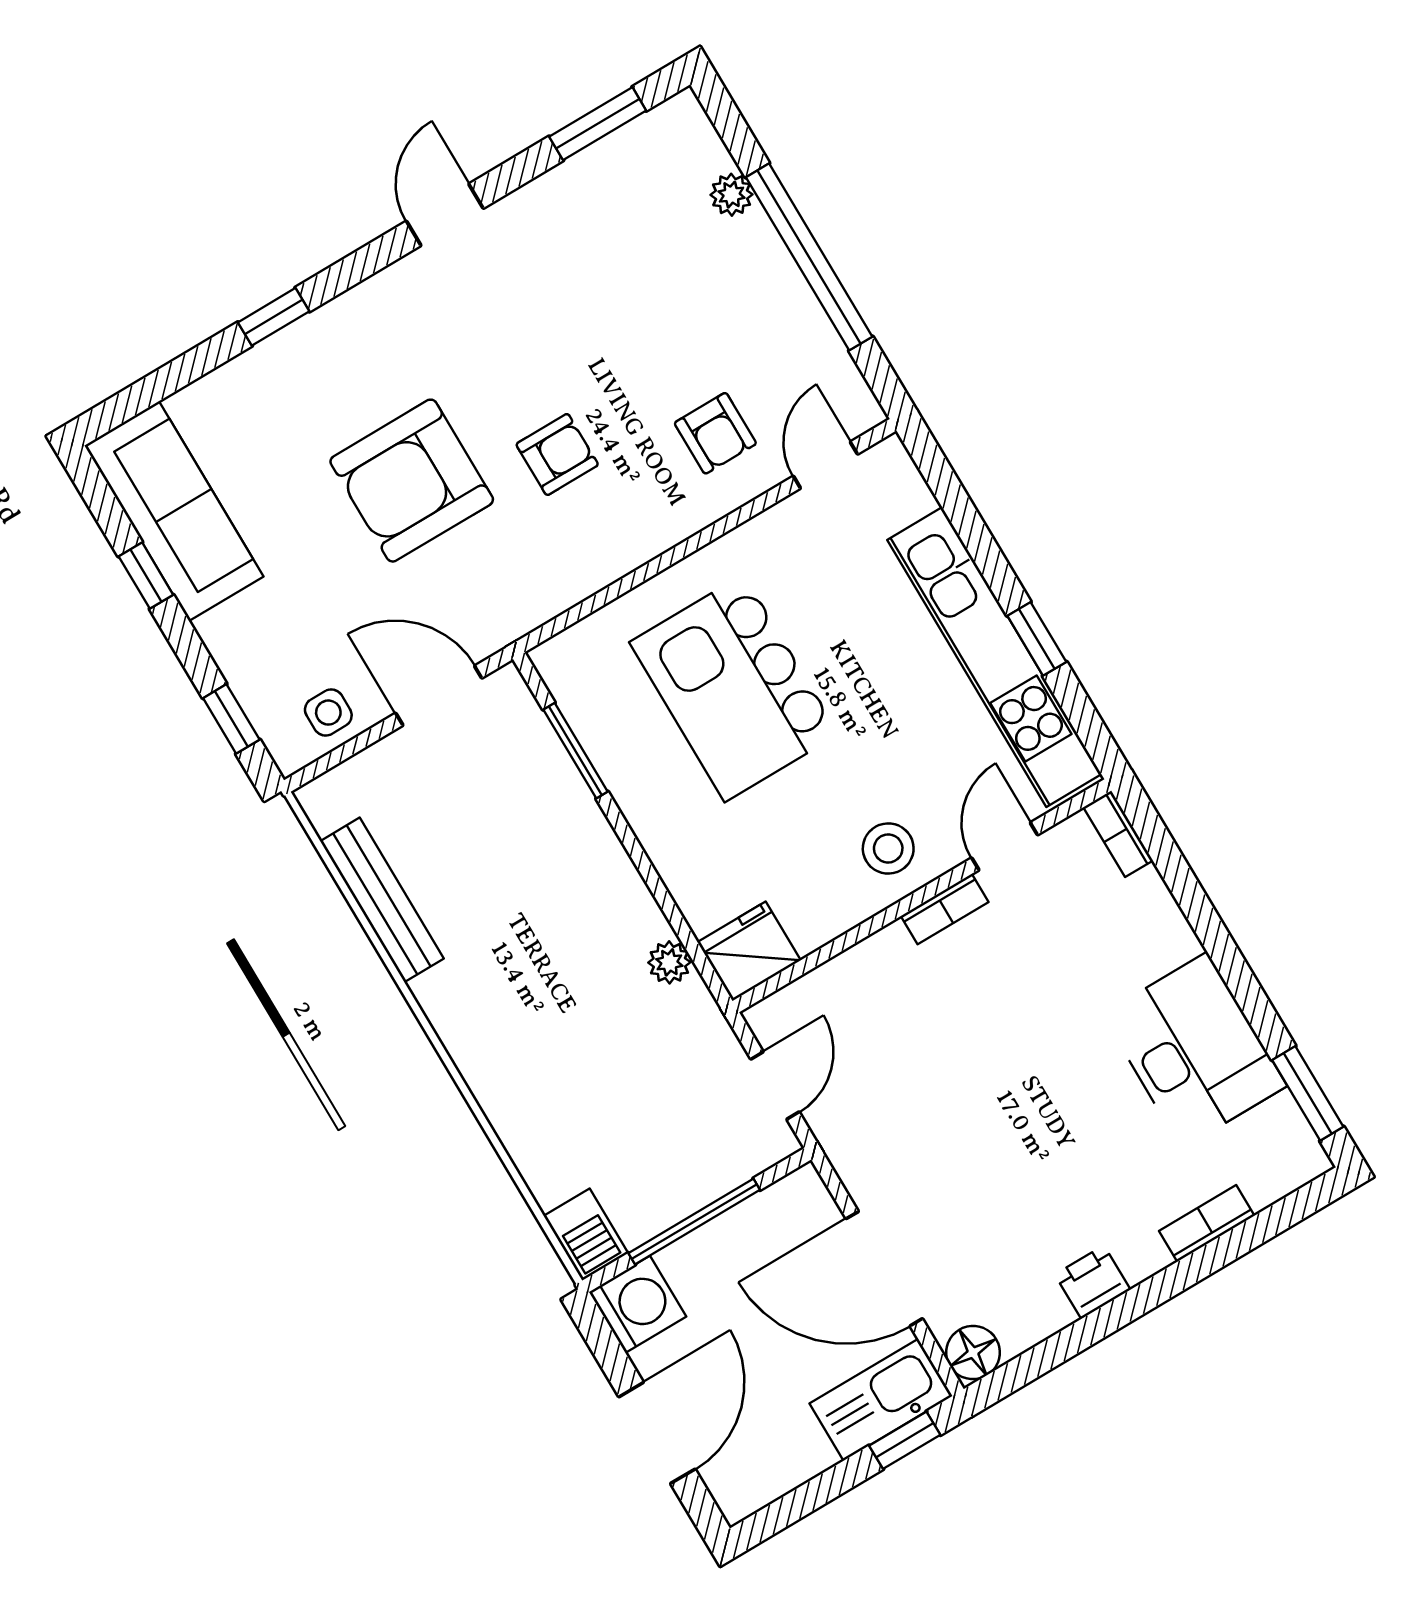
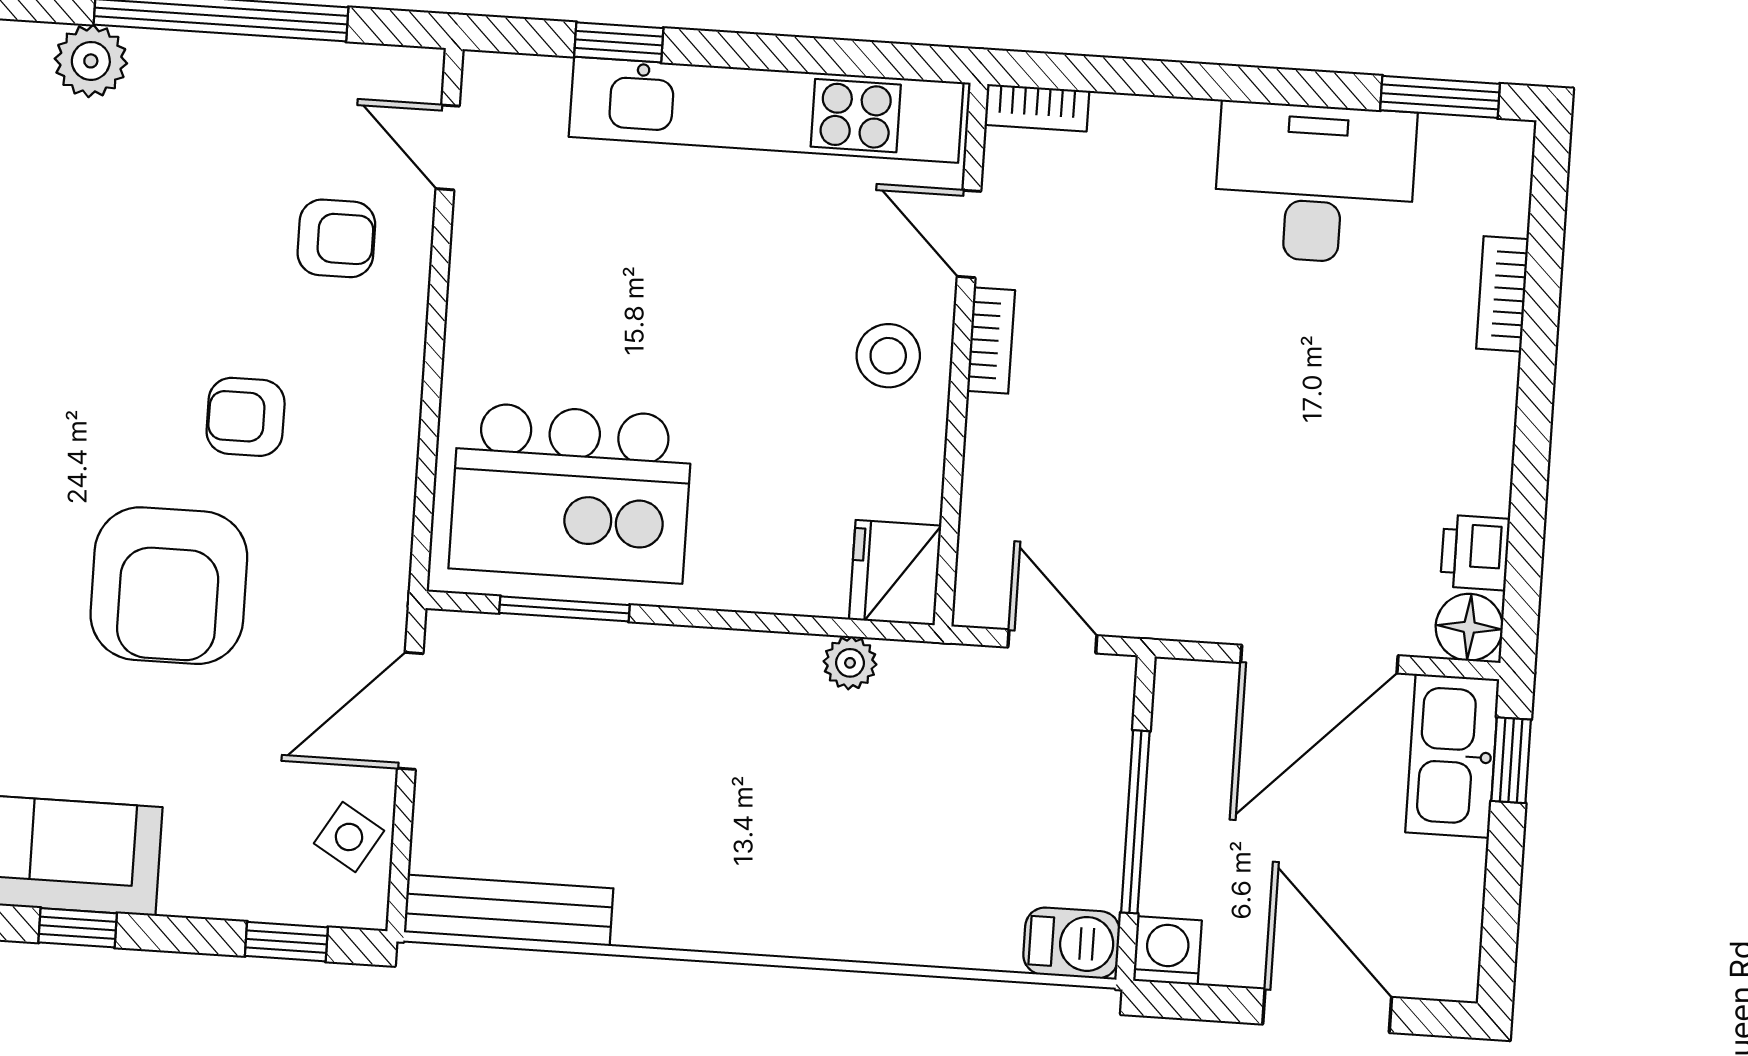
plant: (732, 195) -> (91, 61), width x1.38, depth x1.38
armchair: (557, 454) -> (246, 417), turned -90
window: (1037, 639) -> (619, 42), moved
kitchen island: (734, 688) -> (571, 493), moved
side table: (328, 713) -> (349, 837), turned 31
bench: (382, 900) -> (509, 910), moved
printer: (1093, 1282) -> (1475, 552), moved
washing machine: (638, 1304) -> (1167, 951), width x0.73, depth x0.73

